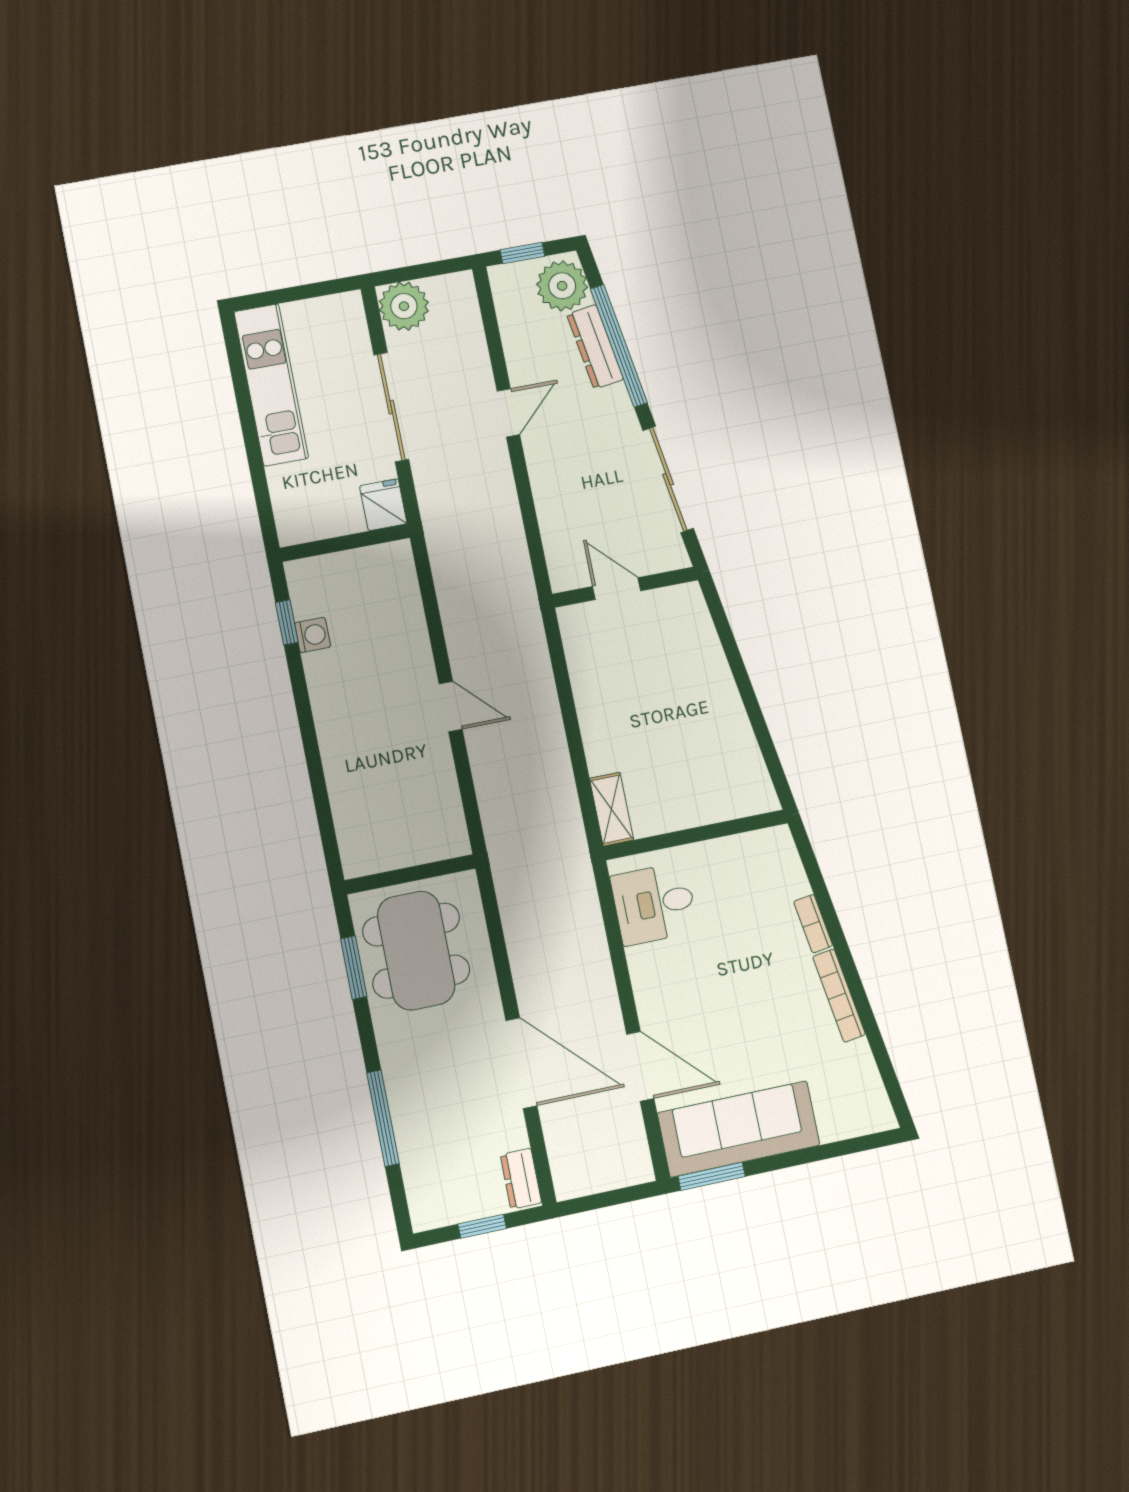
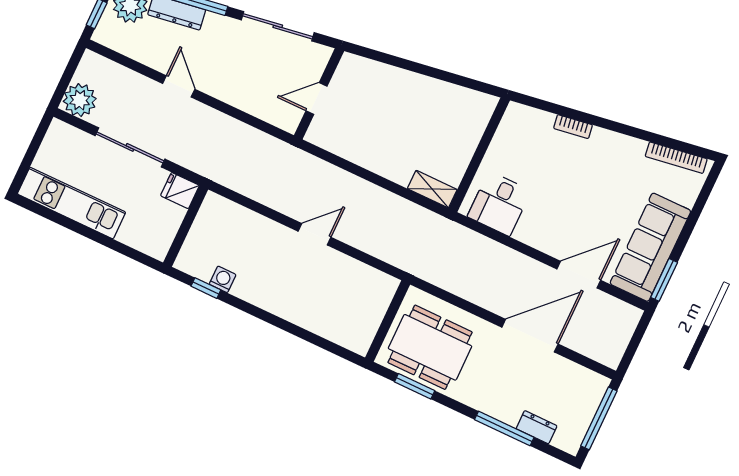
bookcase: (839, 996) -> (676, 158), moved
dresser: (521, 1179) -> (537, 427), moved, turned 180
window: (482, 1226) -> (599, 418), width x2.17

